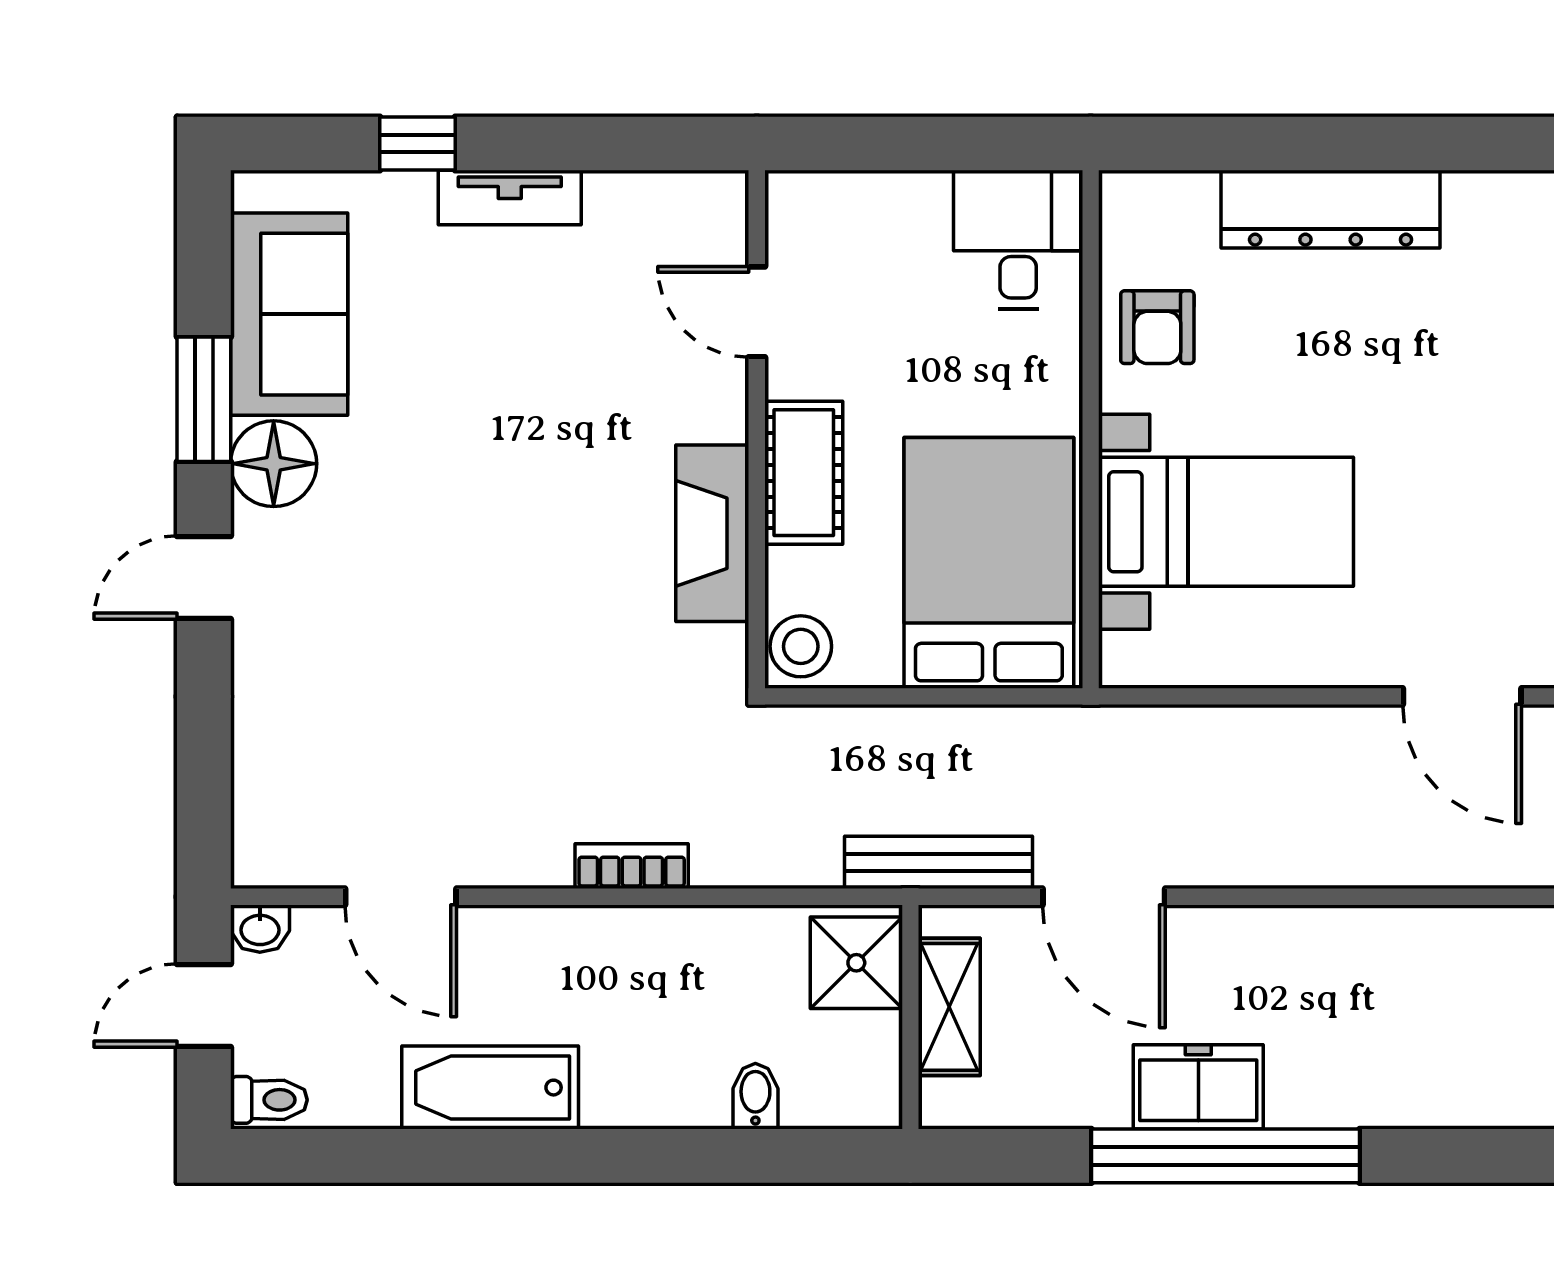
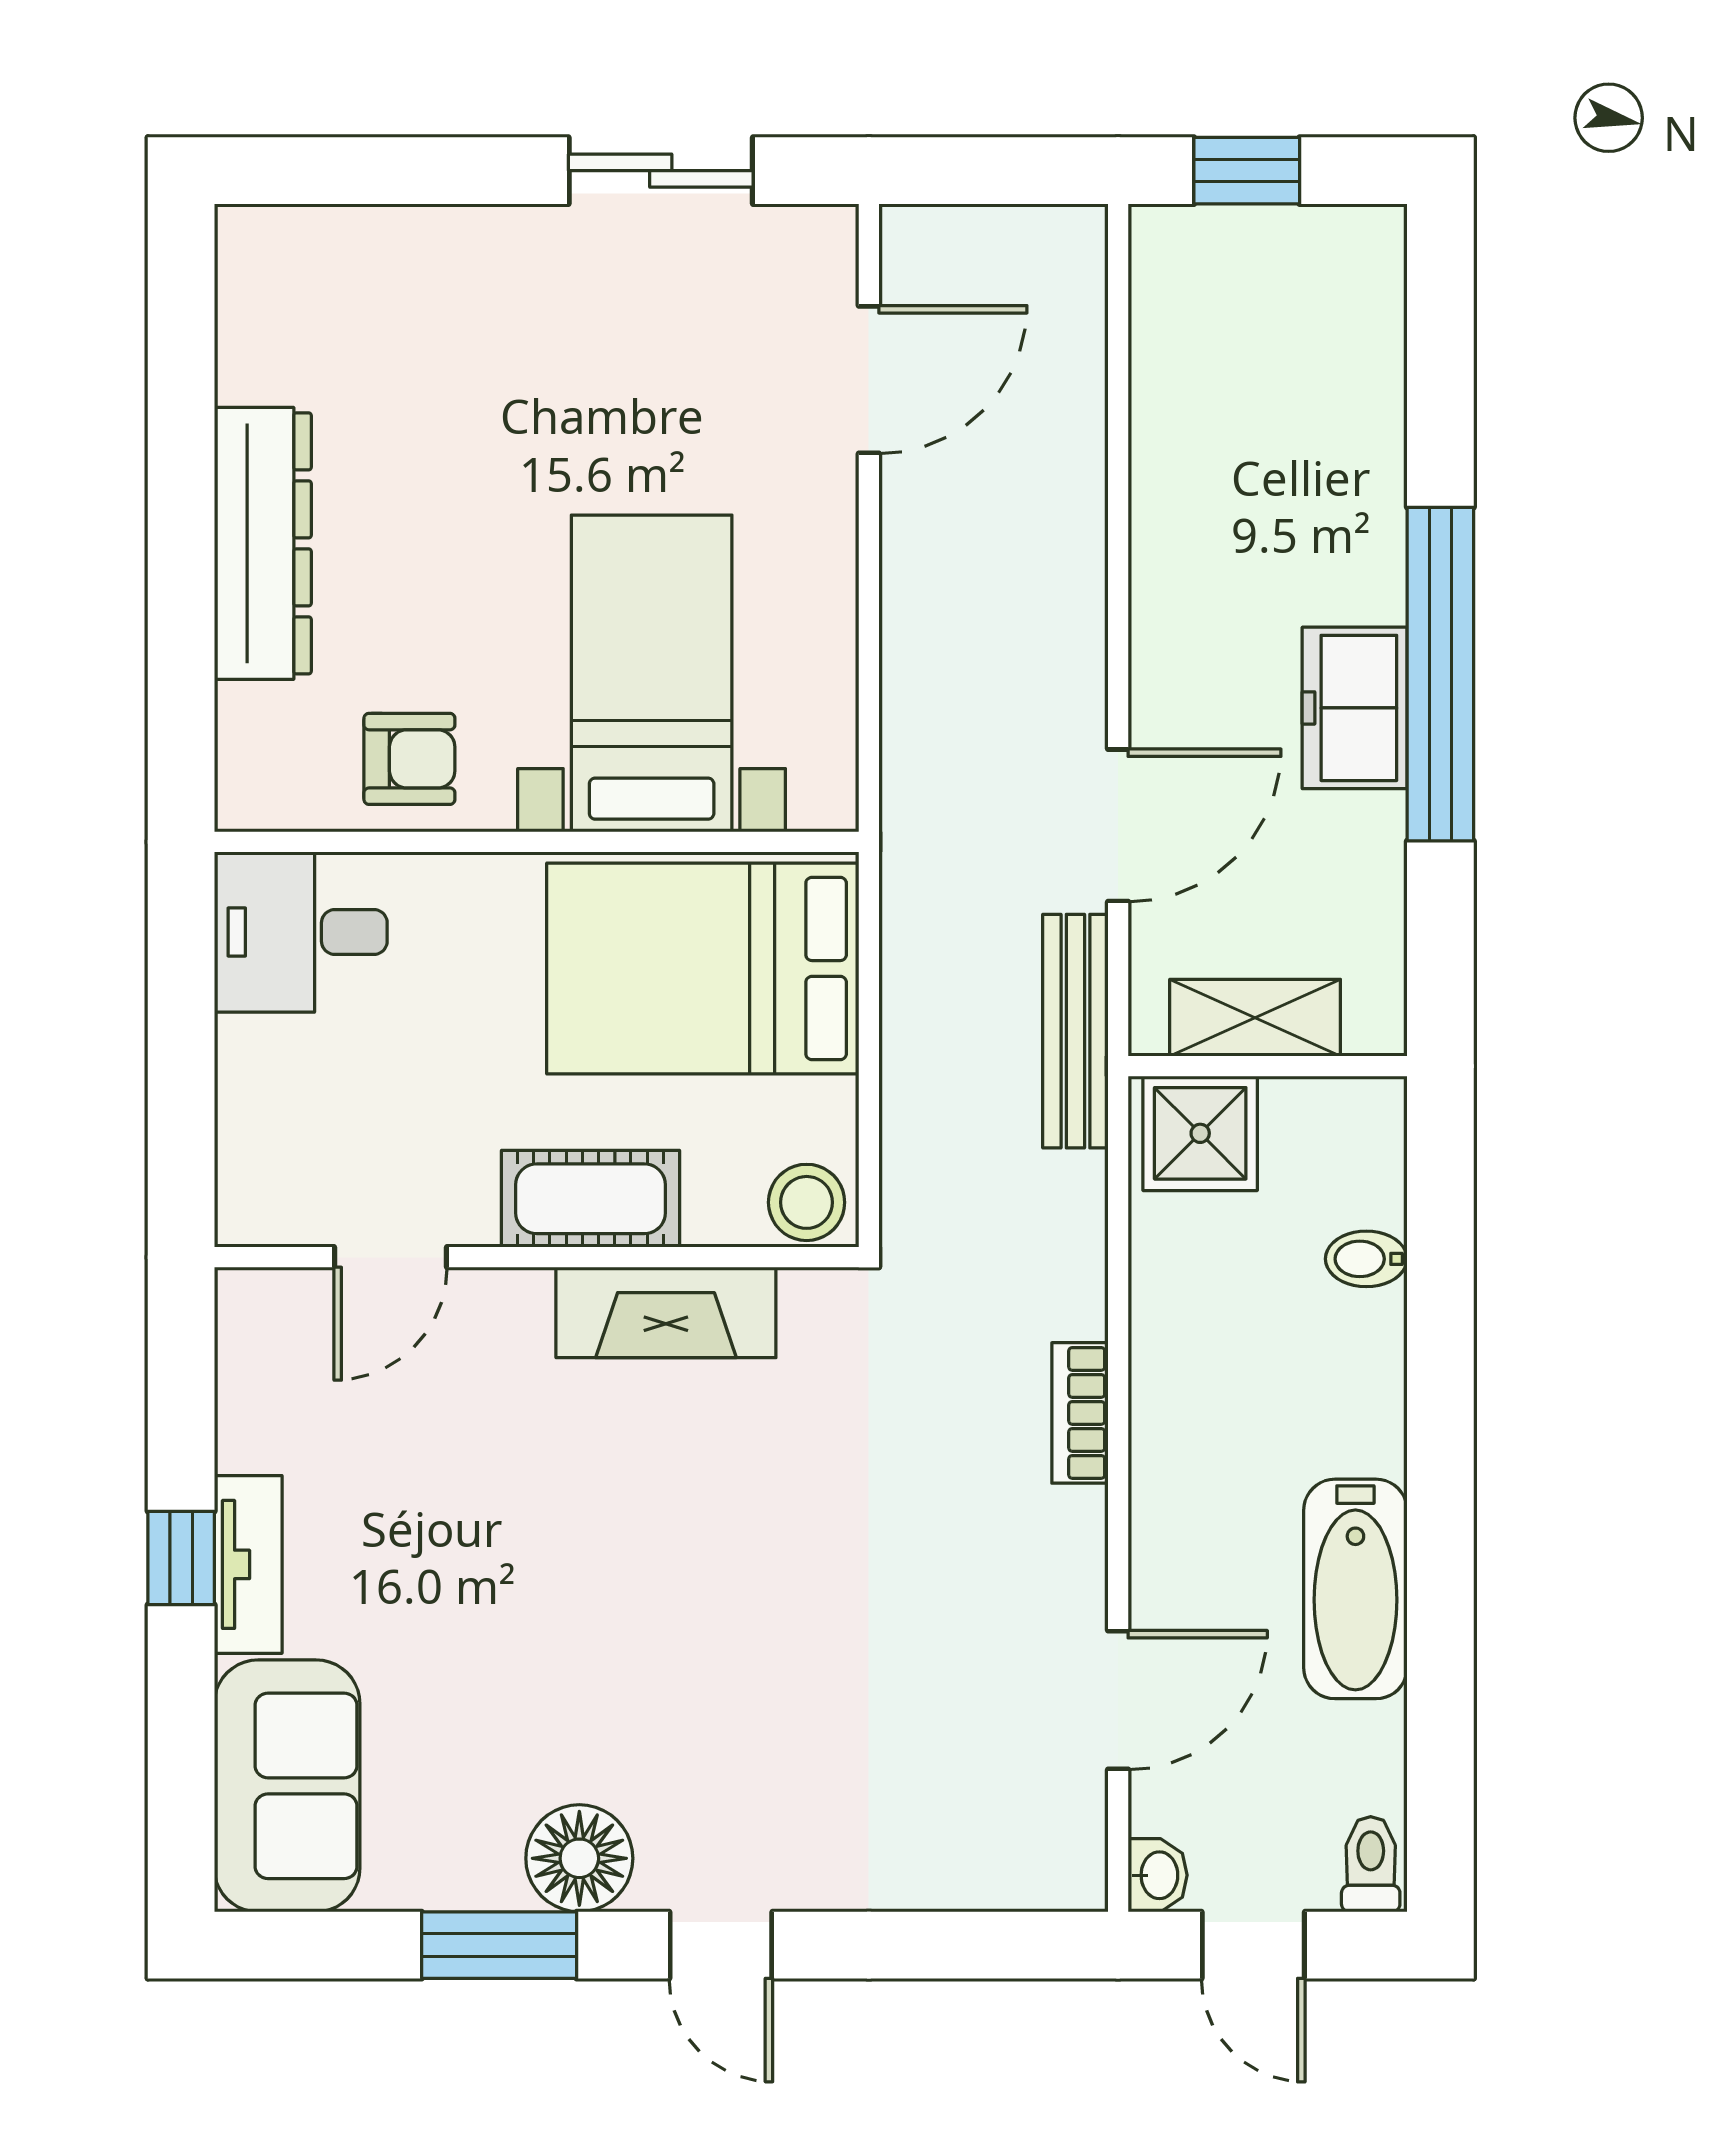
window: (418, 144) -> (181, 1558), moved
sofa: (289, 314) -> (287, 1786), moved, turned 90

